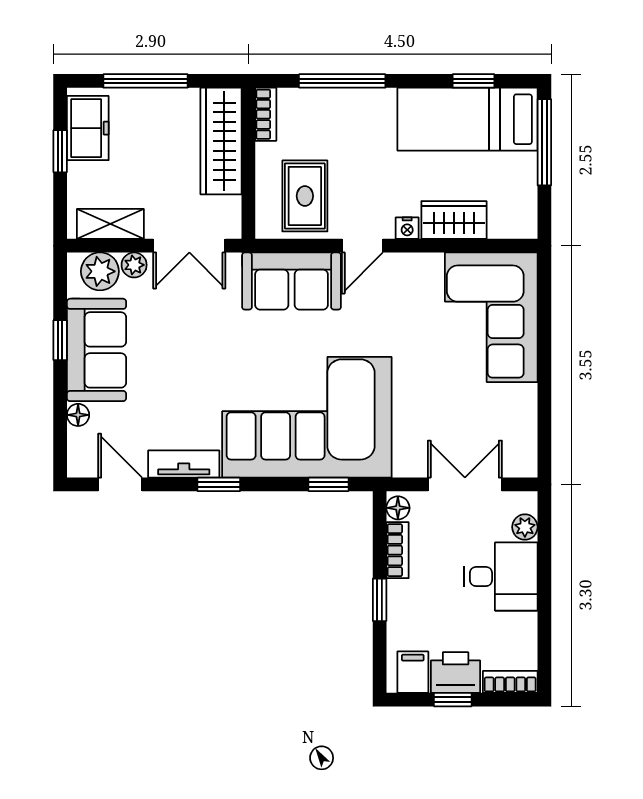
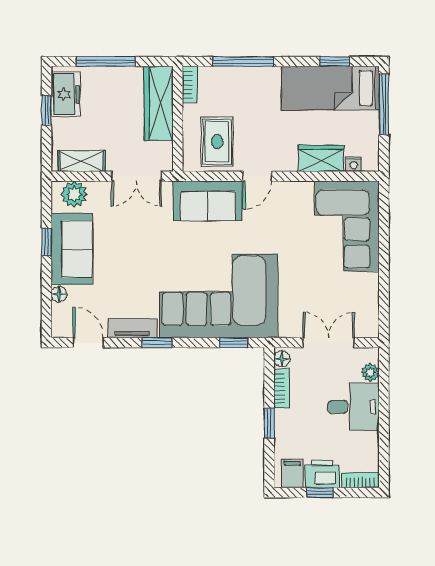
nightstand: (407, 228) -> (354, 164), moved
plant: (134, 265) -> (98, 190), removed

